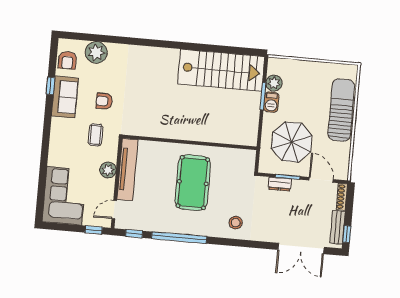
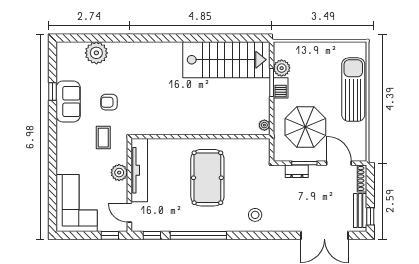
armchair: (67, 60) -> (67, 64), removed
plant: (252, 137) -> (264, 125), added
door: (114, 210) -> (129, 213), hinge flipped

